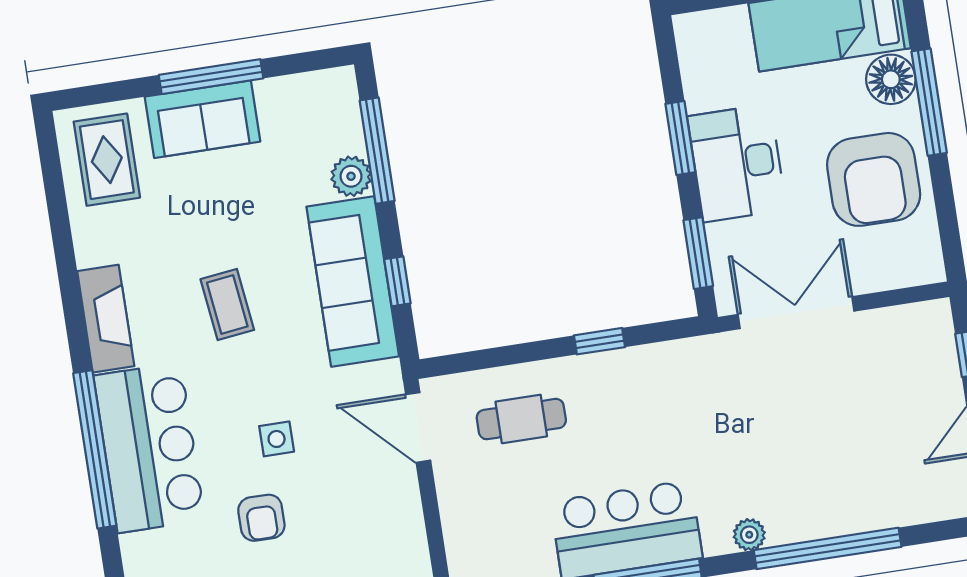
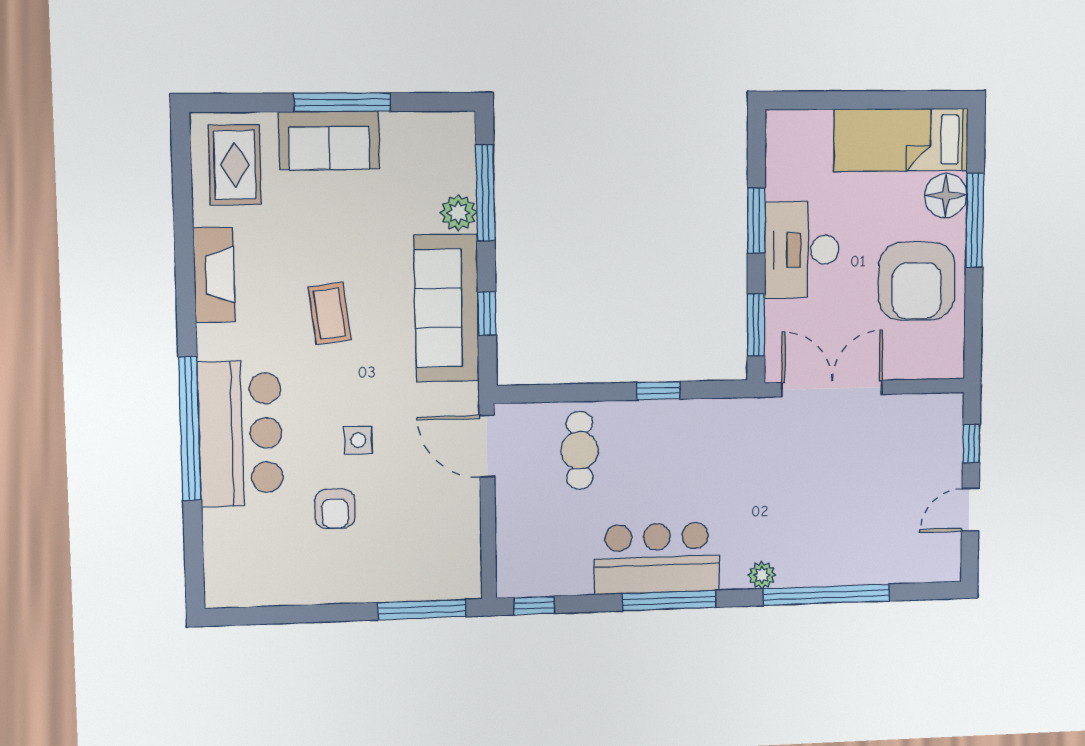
fireplace: (106, 319) -> (214, 275), moved
cafe table: (521, 419) -> (580, 450), turned 90

